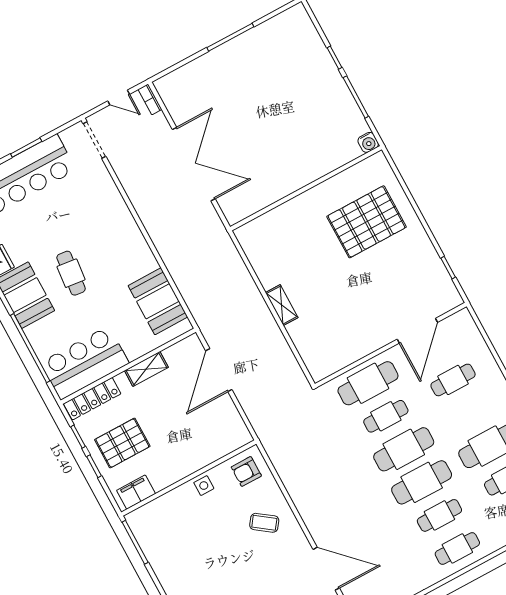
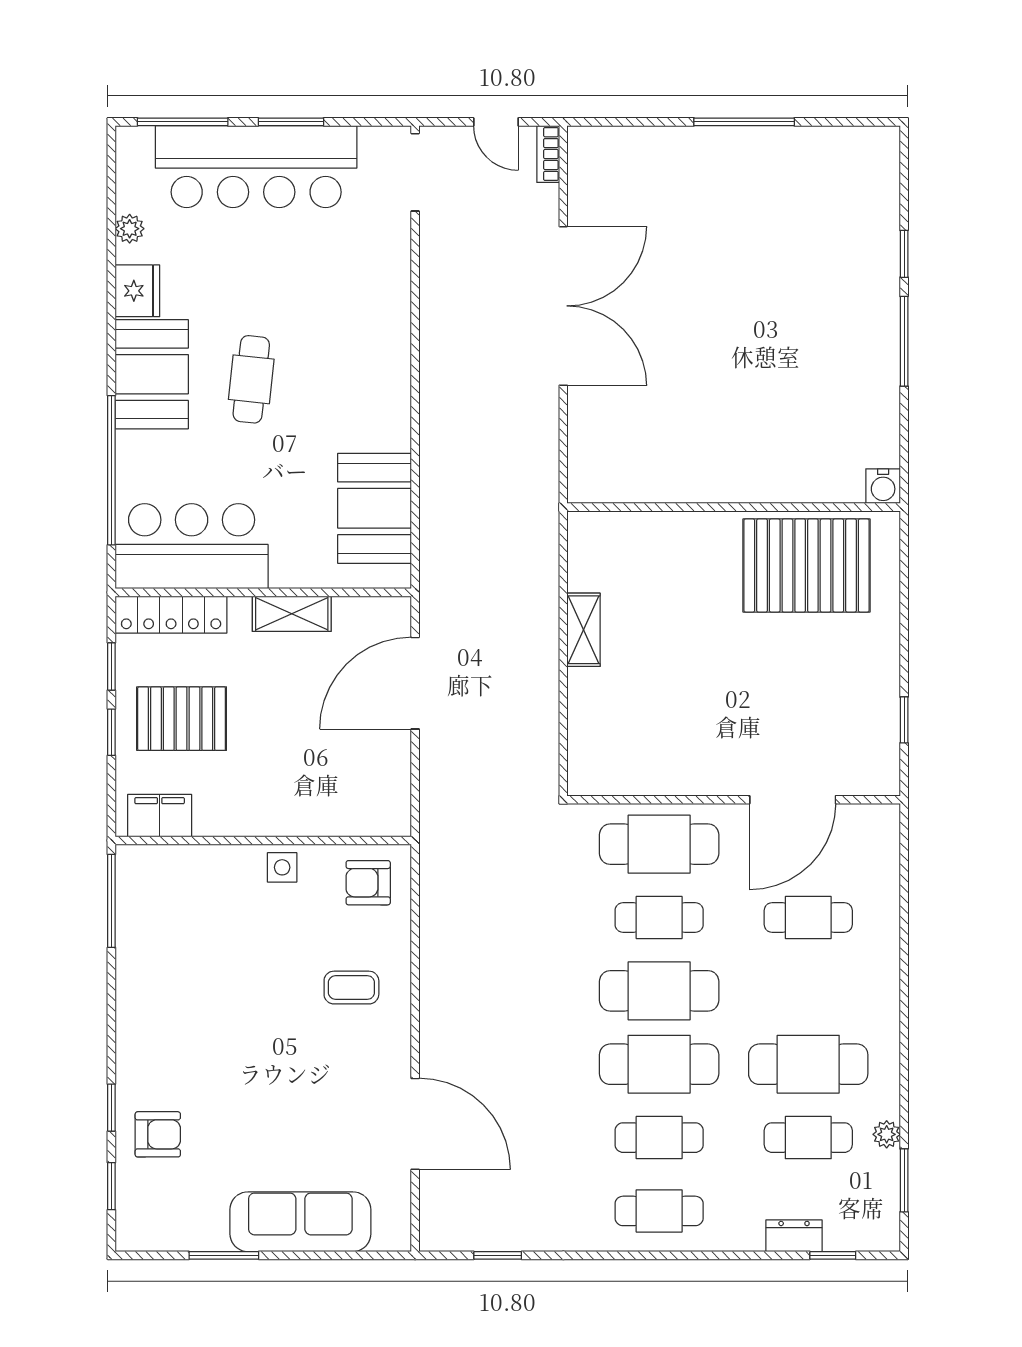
water cooler: (368, 142) -> (883, 486), moved
wall: (306, 188) -> (734, 507), moved
coffee table: (264, 523) -> (351, 988), turned -36

